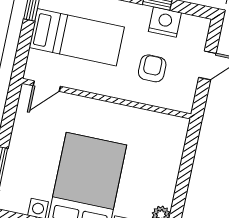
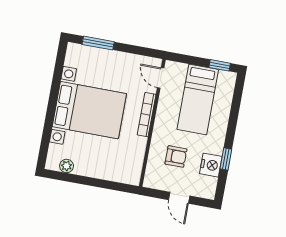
bookcase: (95, 106) -> (147, 115), added

